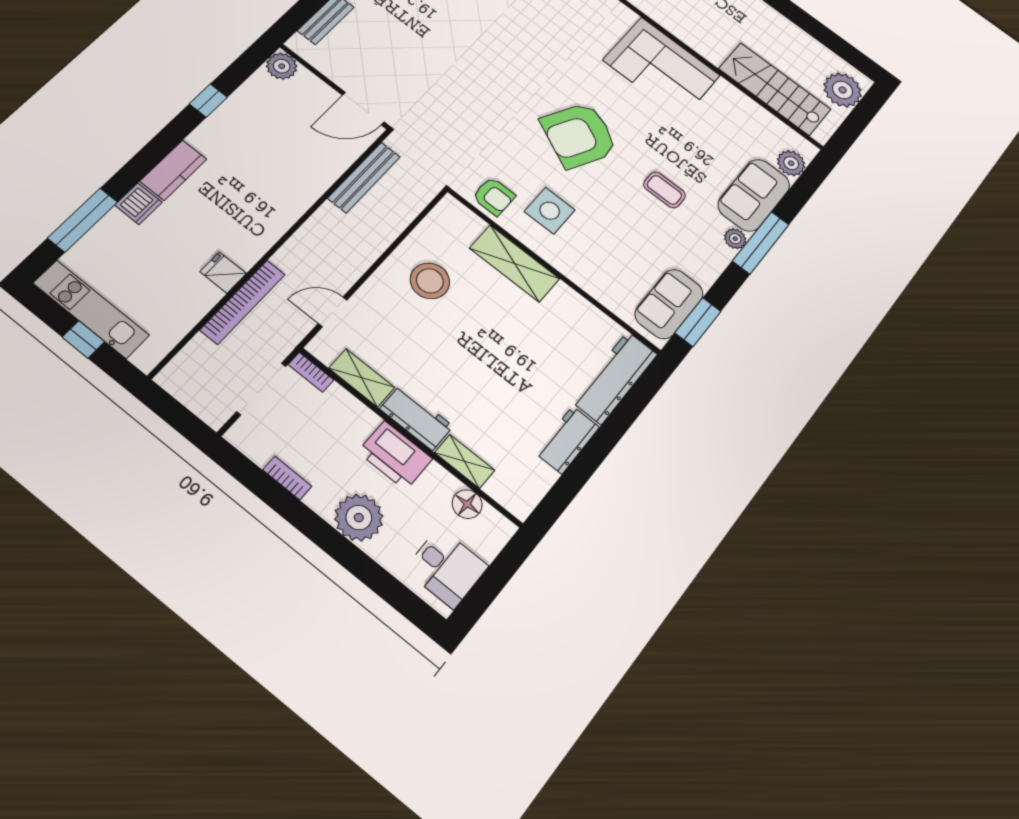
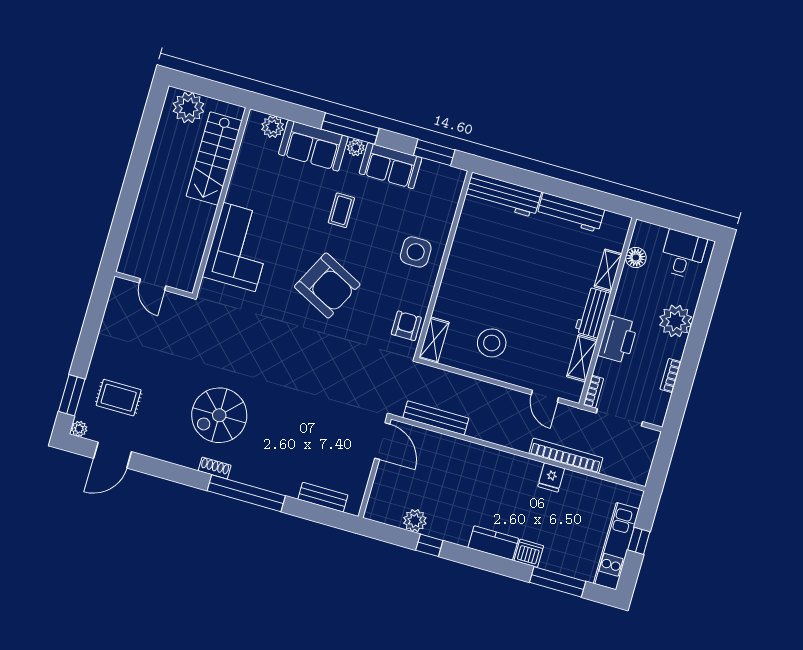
plant: (282, 66) -> (415, 521), moved
side table: (550, 211) -> (416, 252), moved
shelving: (514, 263) -> (434, 340), moved, width x0.67, depth x0.75
sofa: (669, 304) -> (391, 166), moved
workbench: (567, 440) -> (571, 212), width x1.38
printer: (395, 455) -> (618, 339), moved

